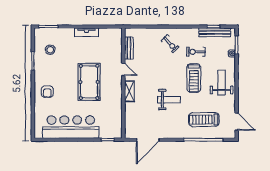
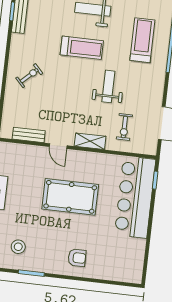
exercise bike: (196, 52) -> (124, 127), moved
door: (123, 69) -> (58, 146), swing flipped
treadmill: (204, 120) -> (142, 40), turned 180
bar counter: (71, 127) -> (135, 197), moved

